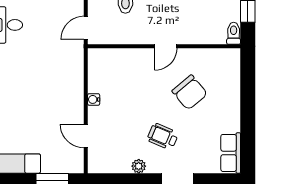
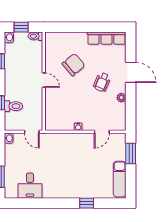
row of seats: (231, 153) -> (106, 38), width x1.48

